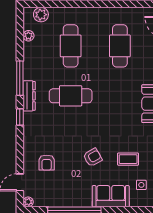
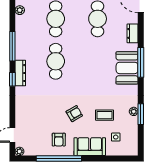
dresser: (29, 96) -> (20, 73), moved
cafe table: (71, 96) -> (56, 61), turned 90
armchair: (47, 163) -> (59, 140), moved

